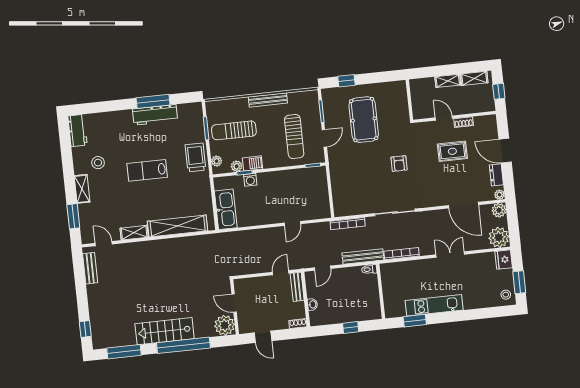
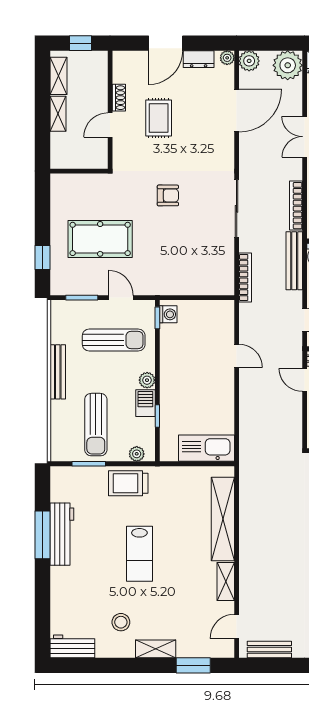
plant: (237, 166) -> (147, 380), moved
washing machine: (250, 180) -> (168, 314), moved

